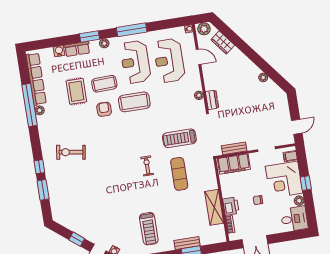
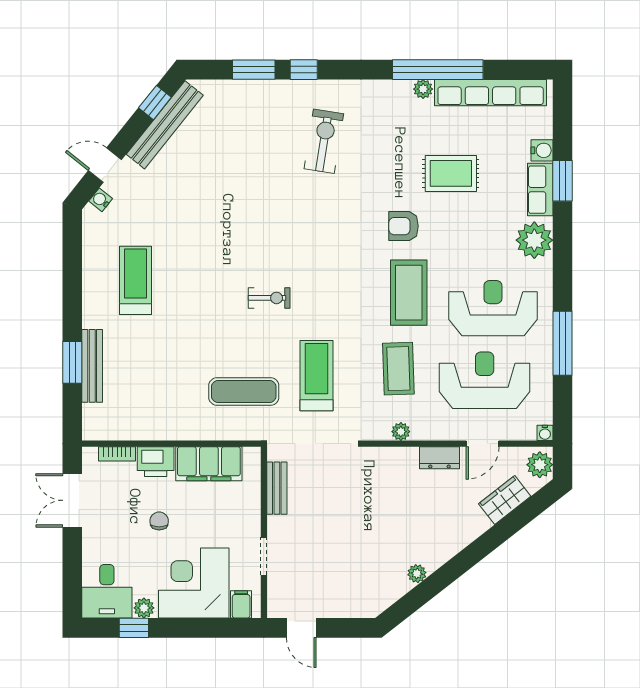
window: (132, 30) -> (562, 343), moved
window: (89, 36) -> (562, 181), moved
plant: (104, 43) -> (534, 240), width x1.88, depth x1.88
coffee table: (104, 84) -> (398, 369), moved
dresser: (212, 100) -> (439, 458), moved
armchair: (104, 109) -> (404, 226), turned 180
filing cabinet: (234, 164) -> (209, 464), moved, turned -90
exercise mat: (179, 174) -> (244, 392), moved
window: (306, 183) -> (134, 628), moved
shelving: (214, 207) -> (159, 426), removed
bench: (75, 227) -> (165, 125), added
treadmill: (149, 229) -> (136, 280), turned 90
window: (77, 239) -> (155, 103), moved
bench: (187, 243) -> (92, 366), width x1.36

